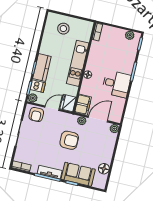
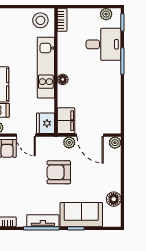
stool: (63, 29) -> (40, 20), moved
desk: (116, 84) -> (104, 44), moved
door: (52, 108) -> (26, 135), swing flipped
door: (98, 119) -> (90, 135), swing flipped
armchair: (69, 140) -> (59, 172), turned 180

